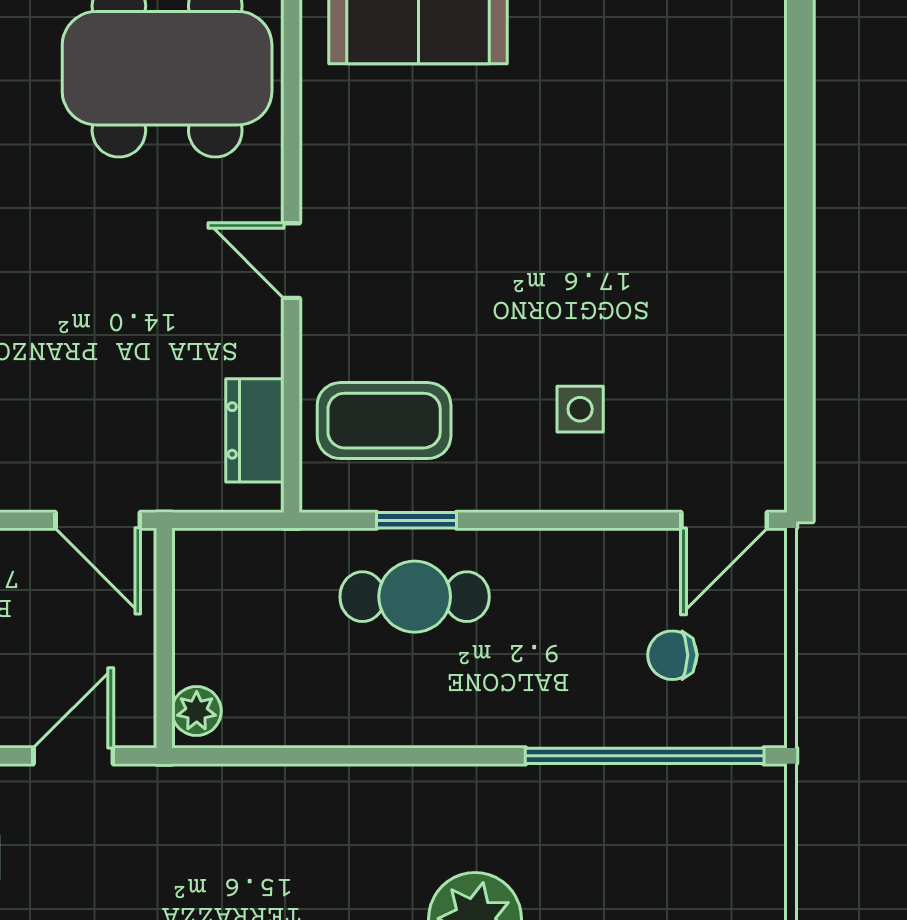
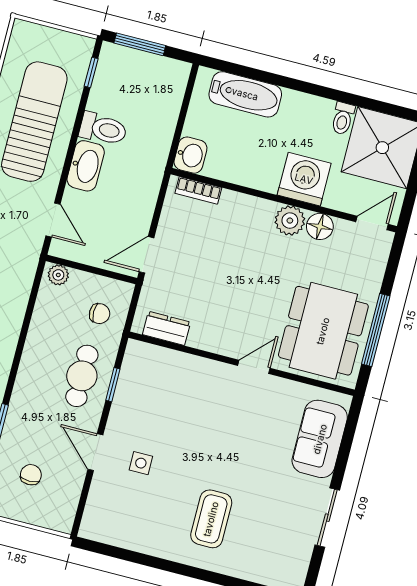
door: (292, 261) -> (254, 367), moved
coffee table: (384, 421) -> (211, 519), moved
door: (724, 520) -> (95, 452), moved
chair: (261, 593) -> (100, 314), added

